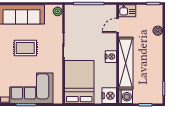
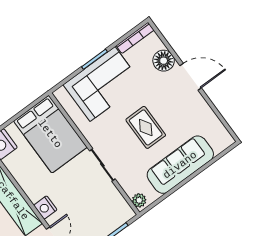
rug: (25, 48) -> (146, 127), turned 90
nightstand: (111, 57) -> (45, 207), moved

